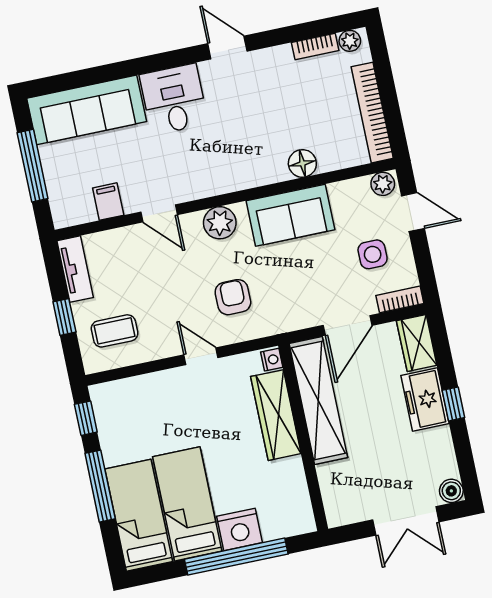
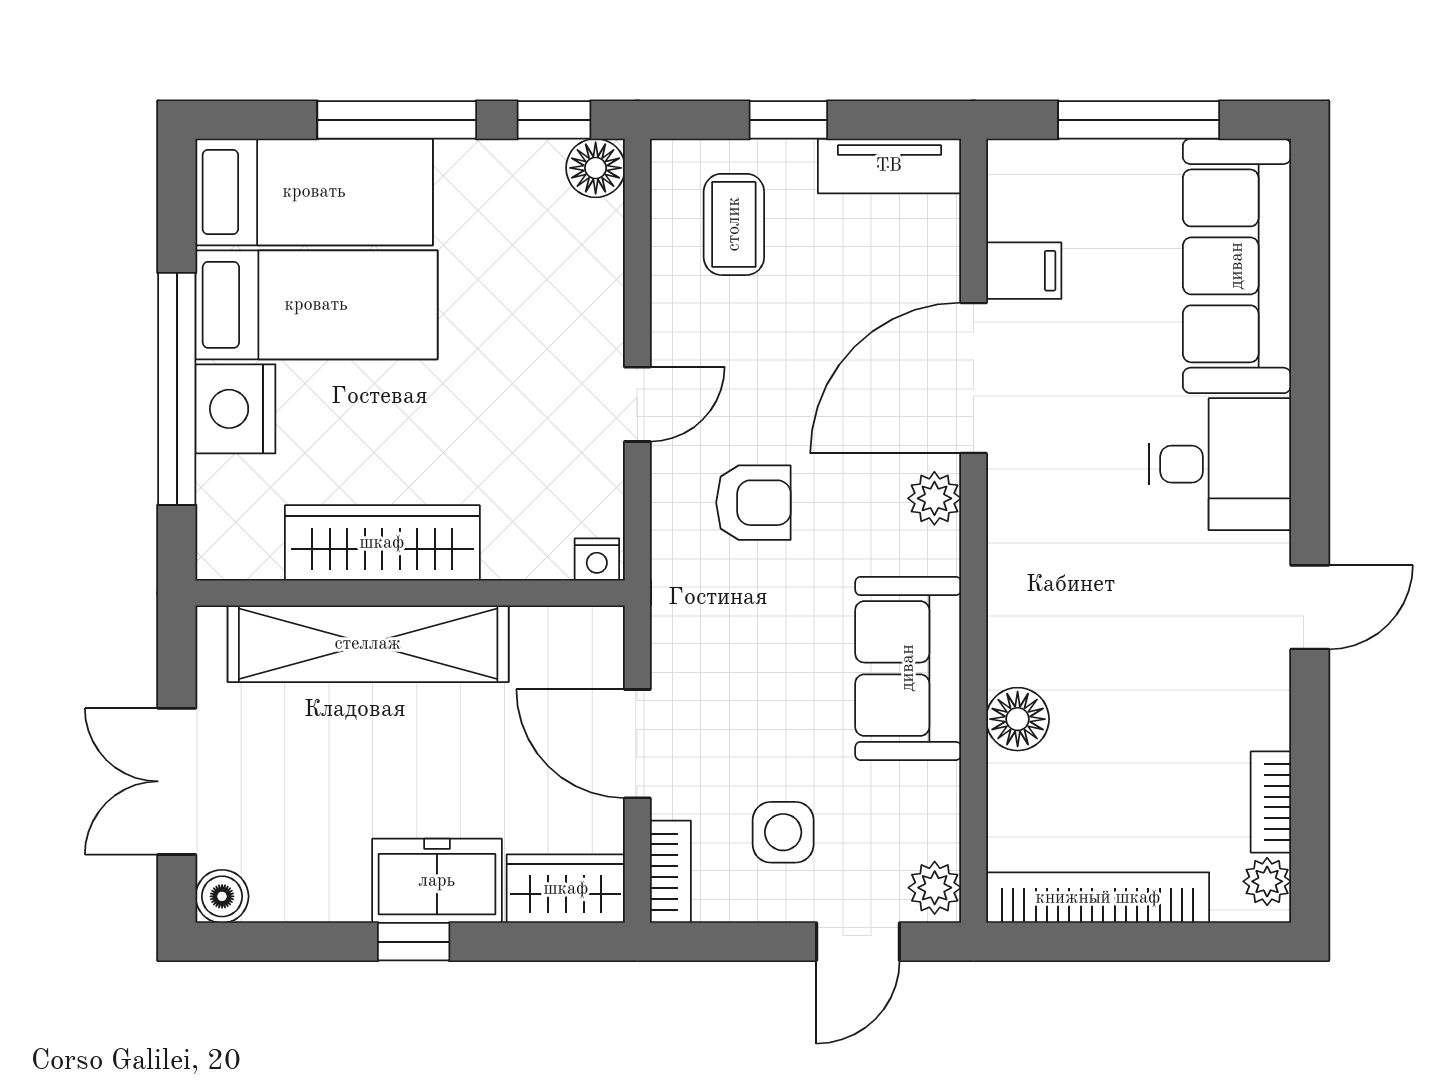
door: (159, 213) -> (974, 378), width x1.88
plant: (220, 223) -> (934, 498), width x0.73, depth x0.73
floor lamp: (103, 396) -> (596, 168), added
shelving: (318, 401) -> (368, 644), moved
wardrobe: (276, 415) -> (382, 543), moved

